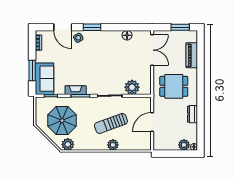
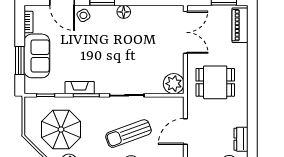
floor lamp: (127, 35) -> (124, 12), moved
piano: (192, 55) -> (240, 25), moved
sofa: (44, 79) -> (37, 56), moved
plant: (132, 87) -> (174, 84), moved
dresser: (192, 114) -> (241, 139), moved

